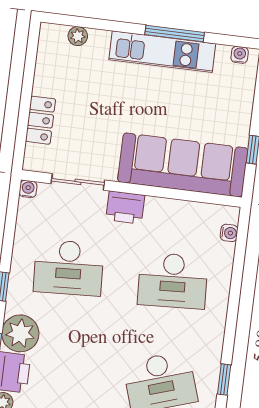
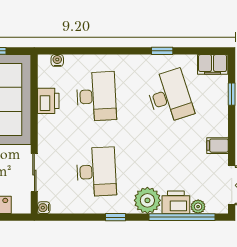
printer: (125, 207) -> (48, 101), moved

